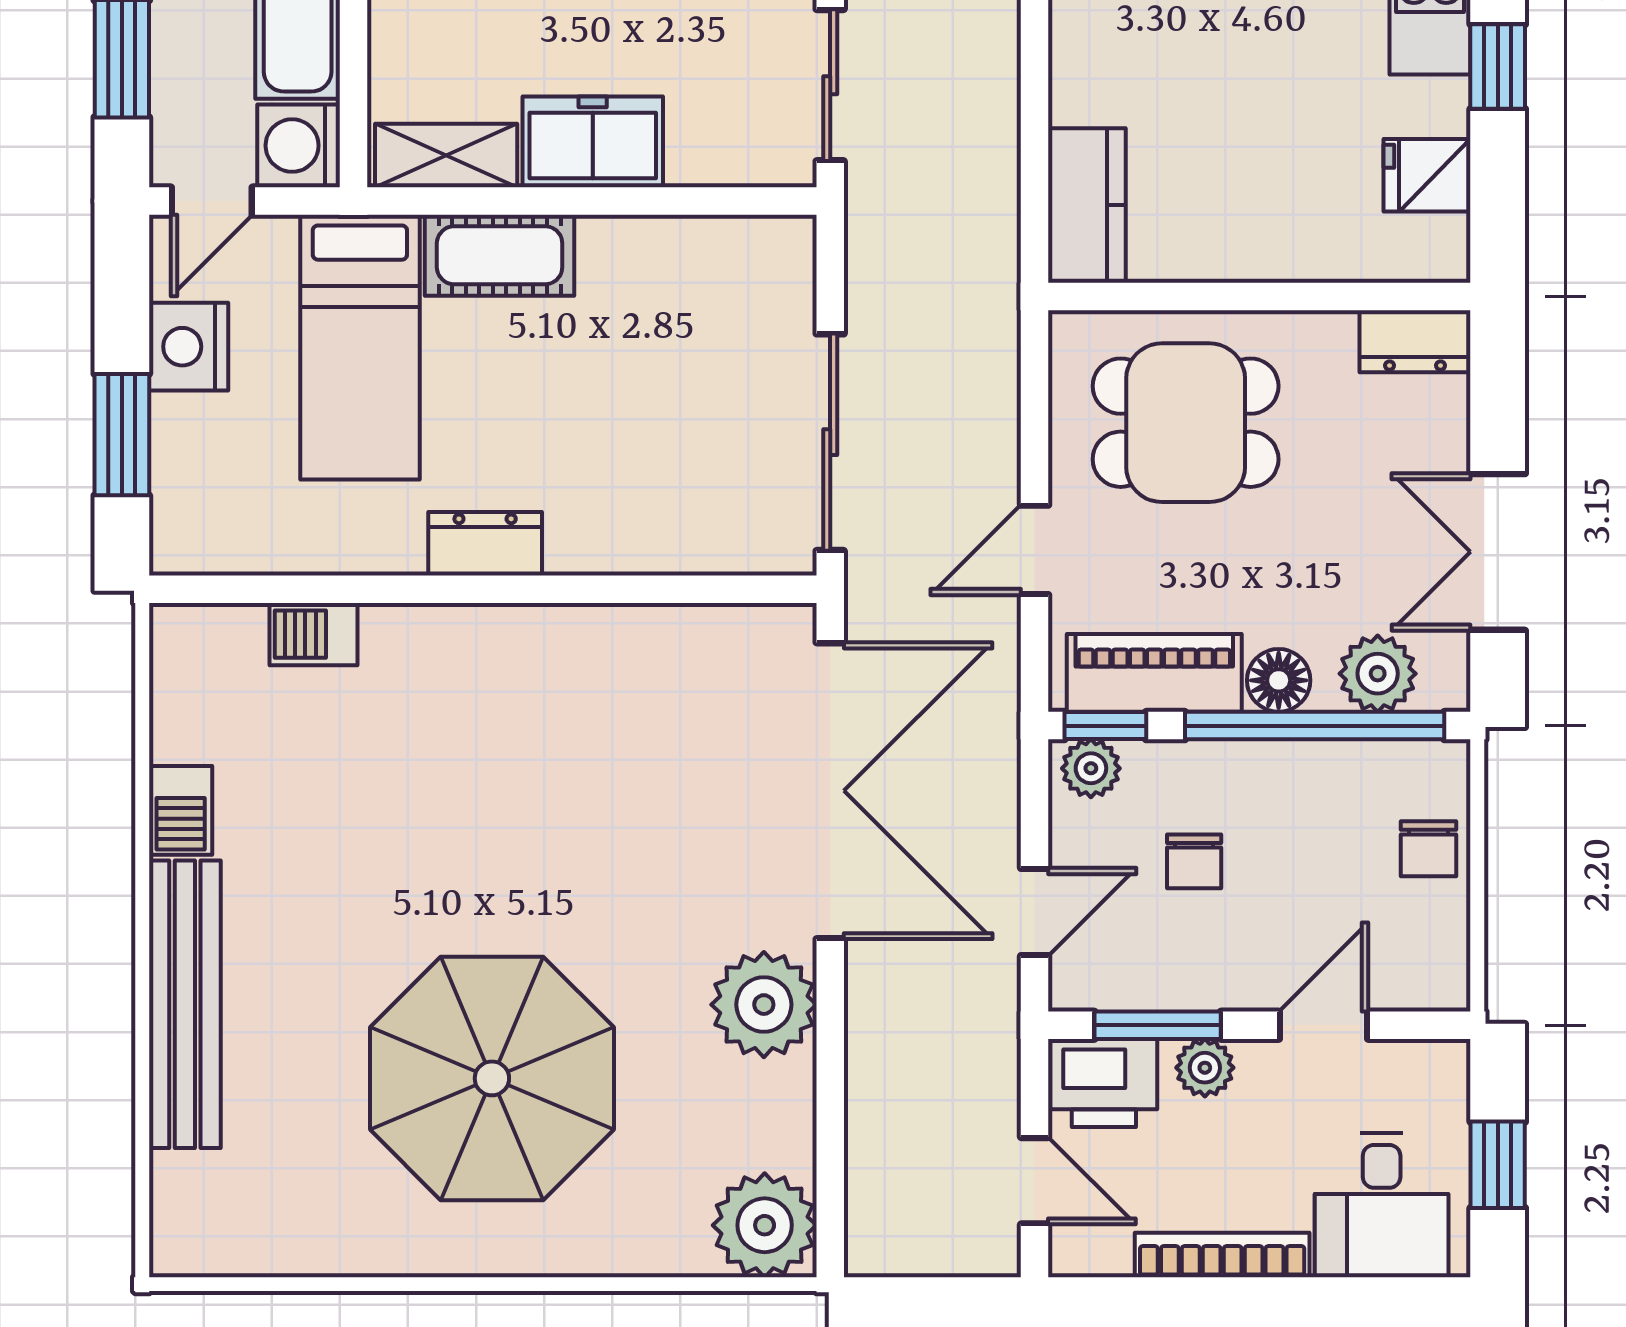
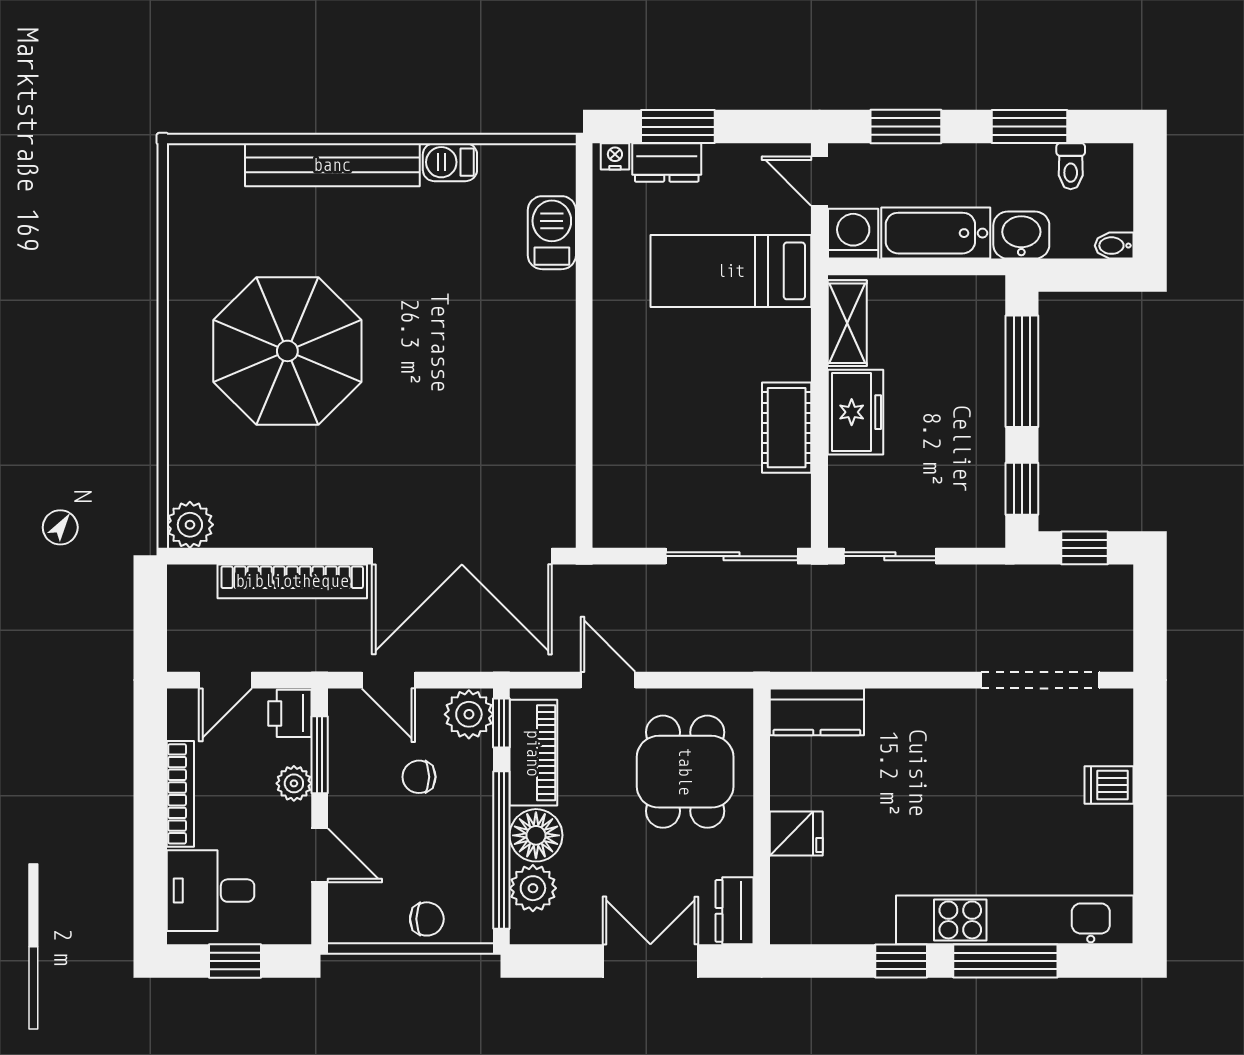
fridge: (1427, 175) -> (796, 833), moved, turned 90
cot: (500, 255) -> (787, 428), moved
nightstand: (189, 347) -> (615, 156), moved, width x0.53, depth x0.56
sliding door: (830, 442) -> (732, 556), moved
dresser: (485, 544) -> (667, 162), moved, turned 90
double door: (1498, 552) -> (650, 961), moved
barbecue: (313, 634) -> (552, 233), width x1.38, depth x1.27
floor lamp: (1279, 680) -> (536, 835), width x1.38, depth x1.38
plant: (1091, 768) -> (469, 714), width x1.38, depth x1.38
chair: (1428, 849) -> (427, 919), turned 180
plant: (764, 1005) -> (332, 516), removed
bookcase: (872, 1071) -> (292, 581), added
printer: (1104, 1083) -> (290, 713), width x0.73, depth x0.81
plant: (765, 1225) -> (190, 525), width x0.73, depth x0.73

